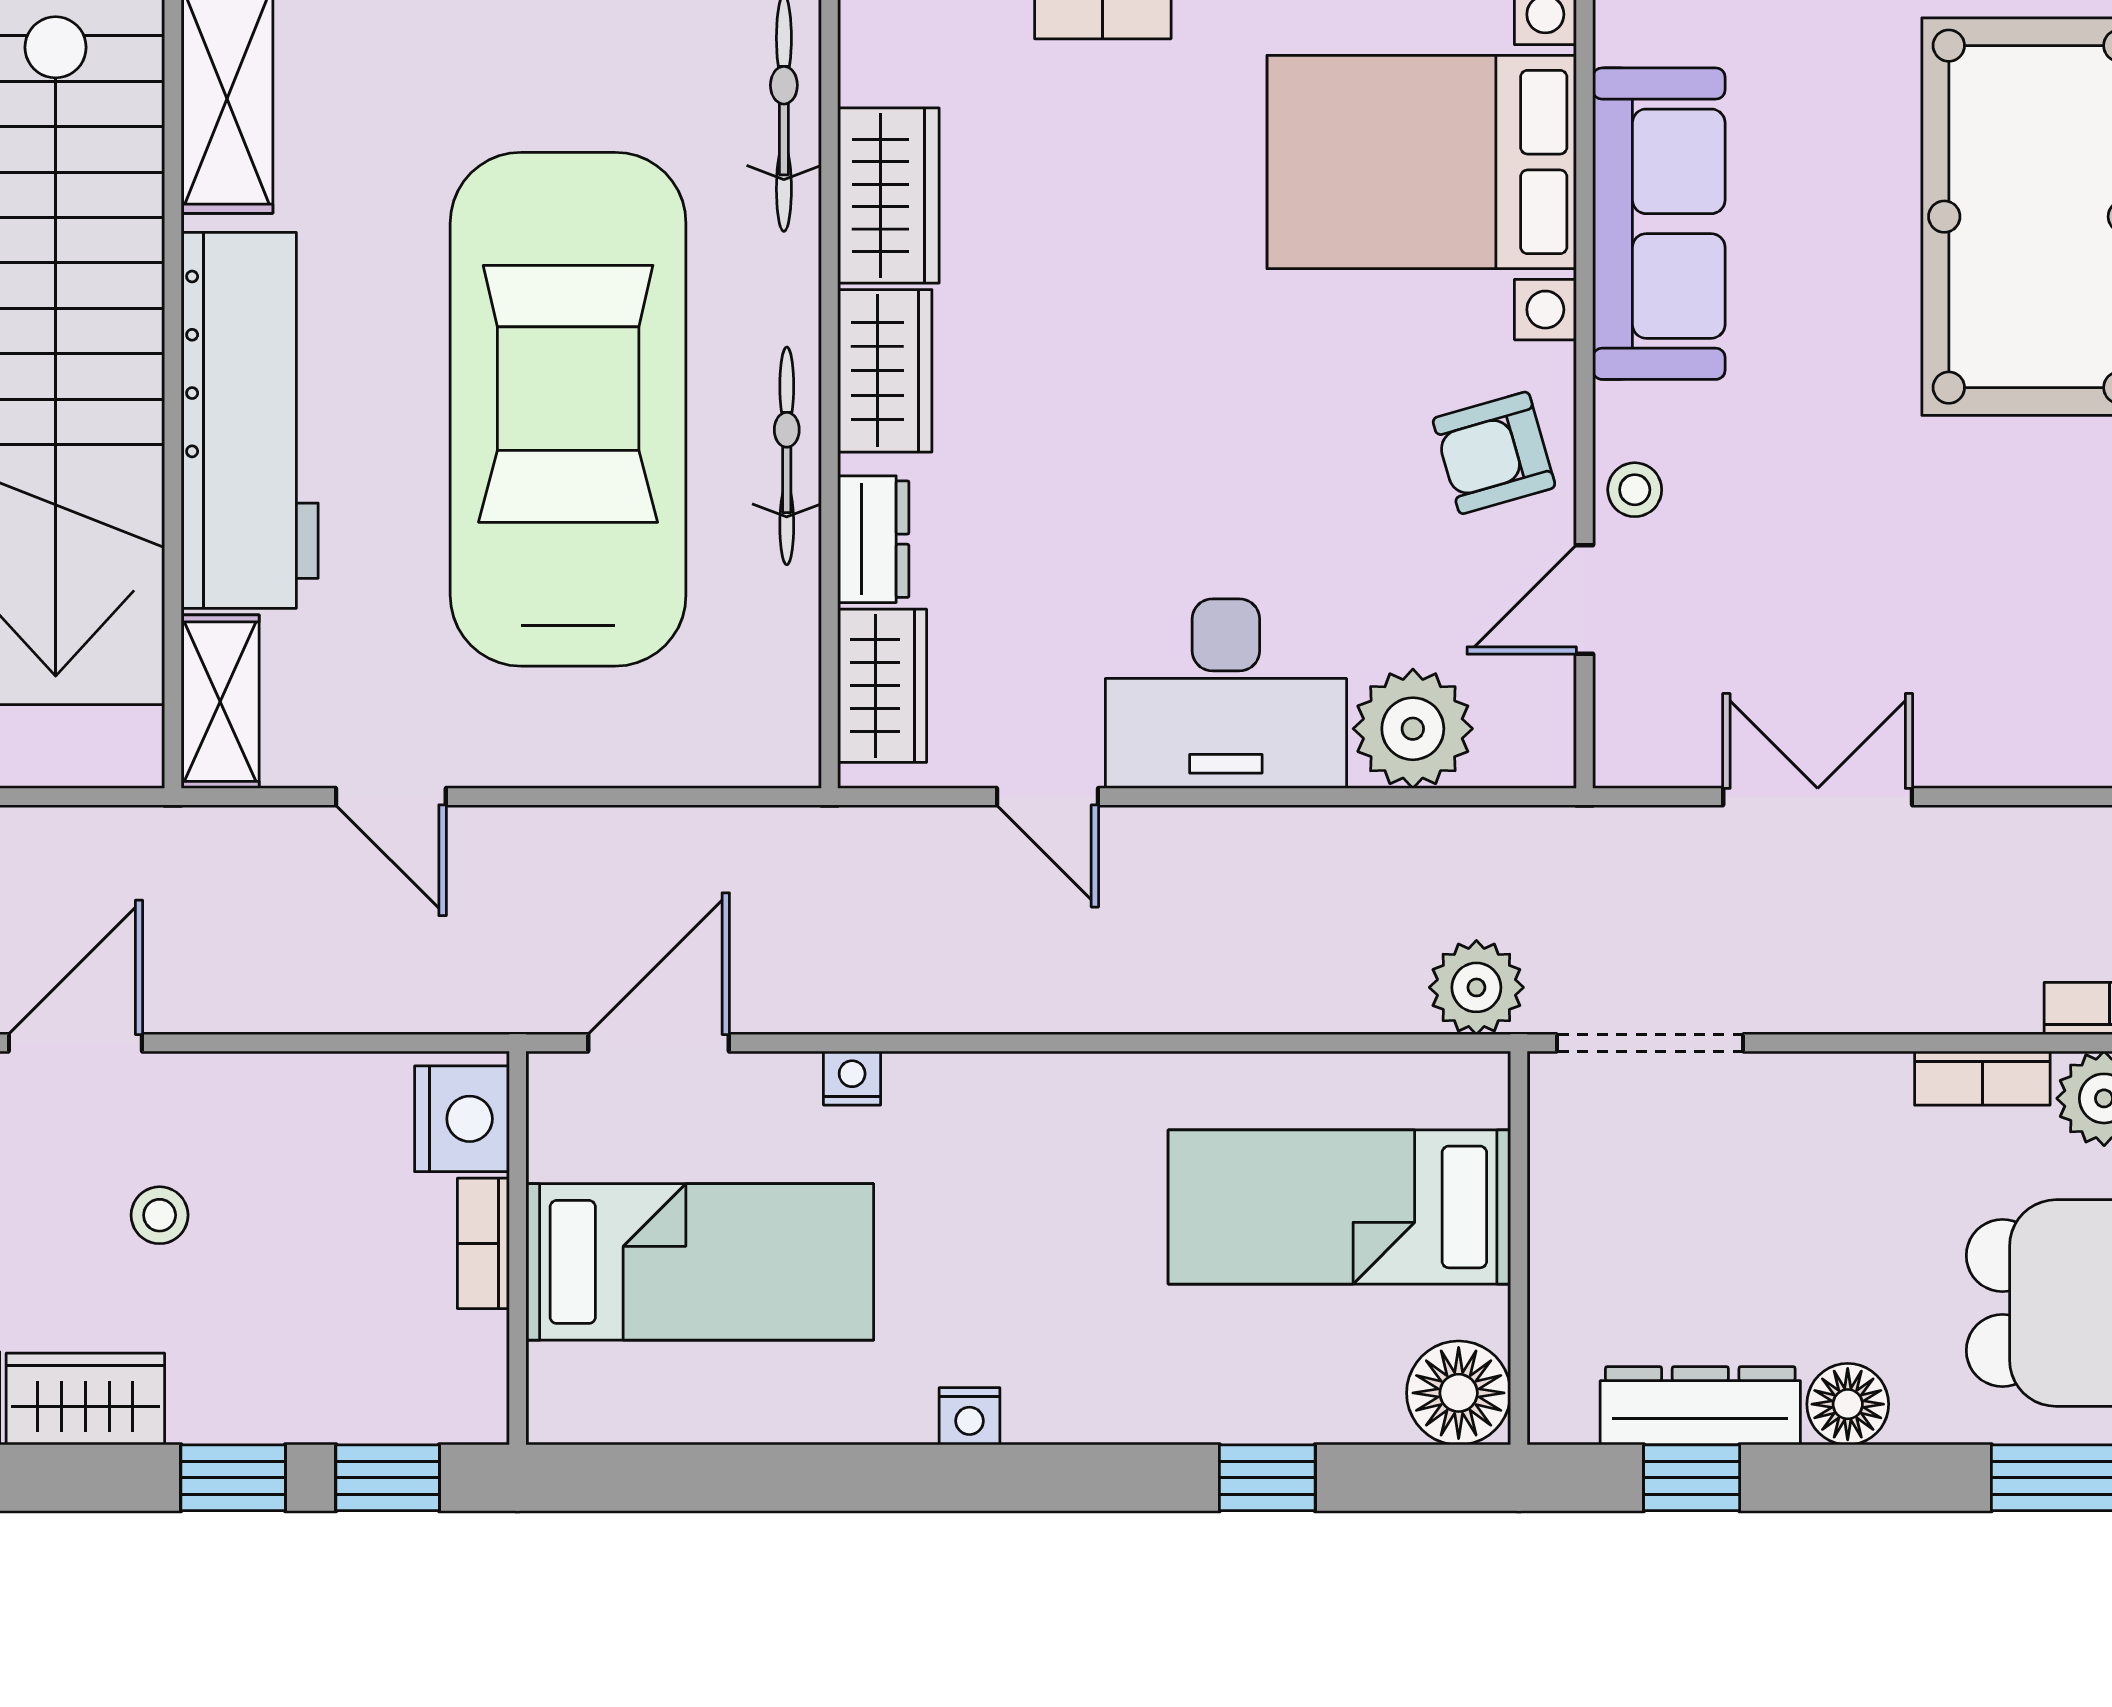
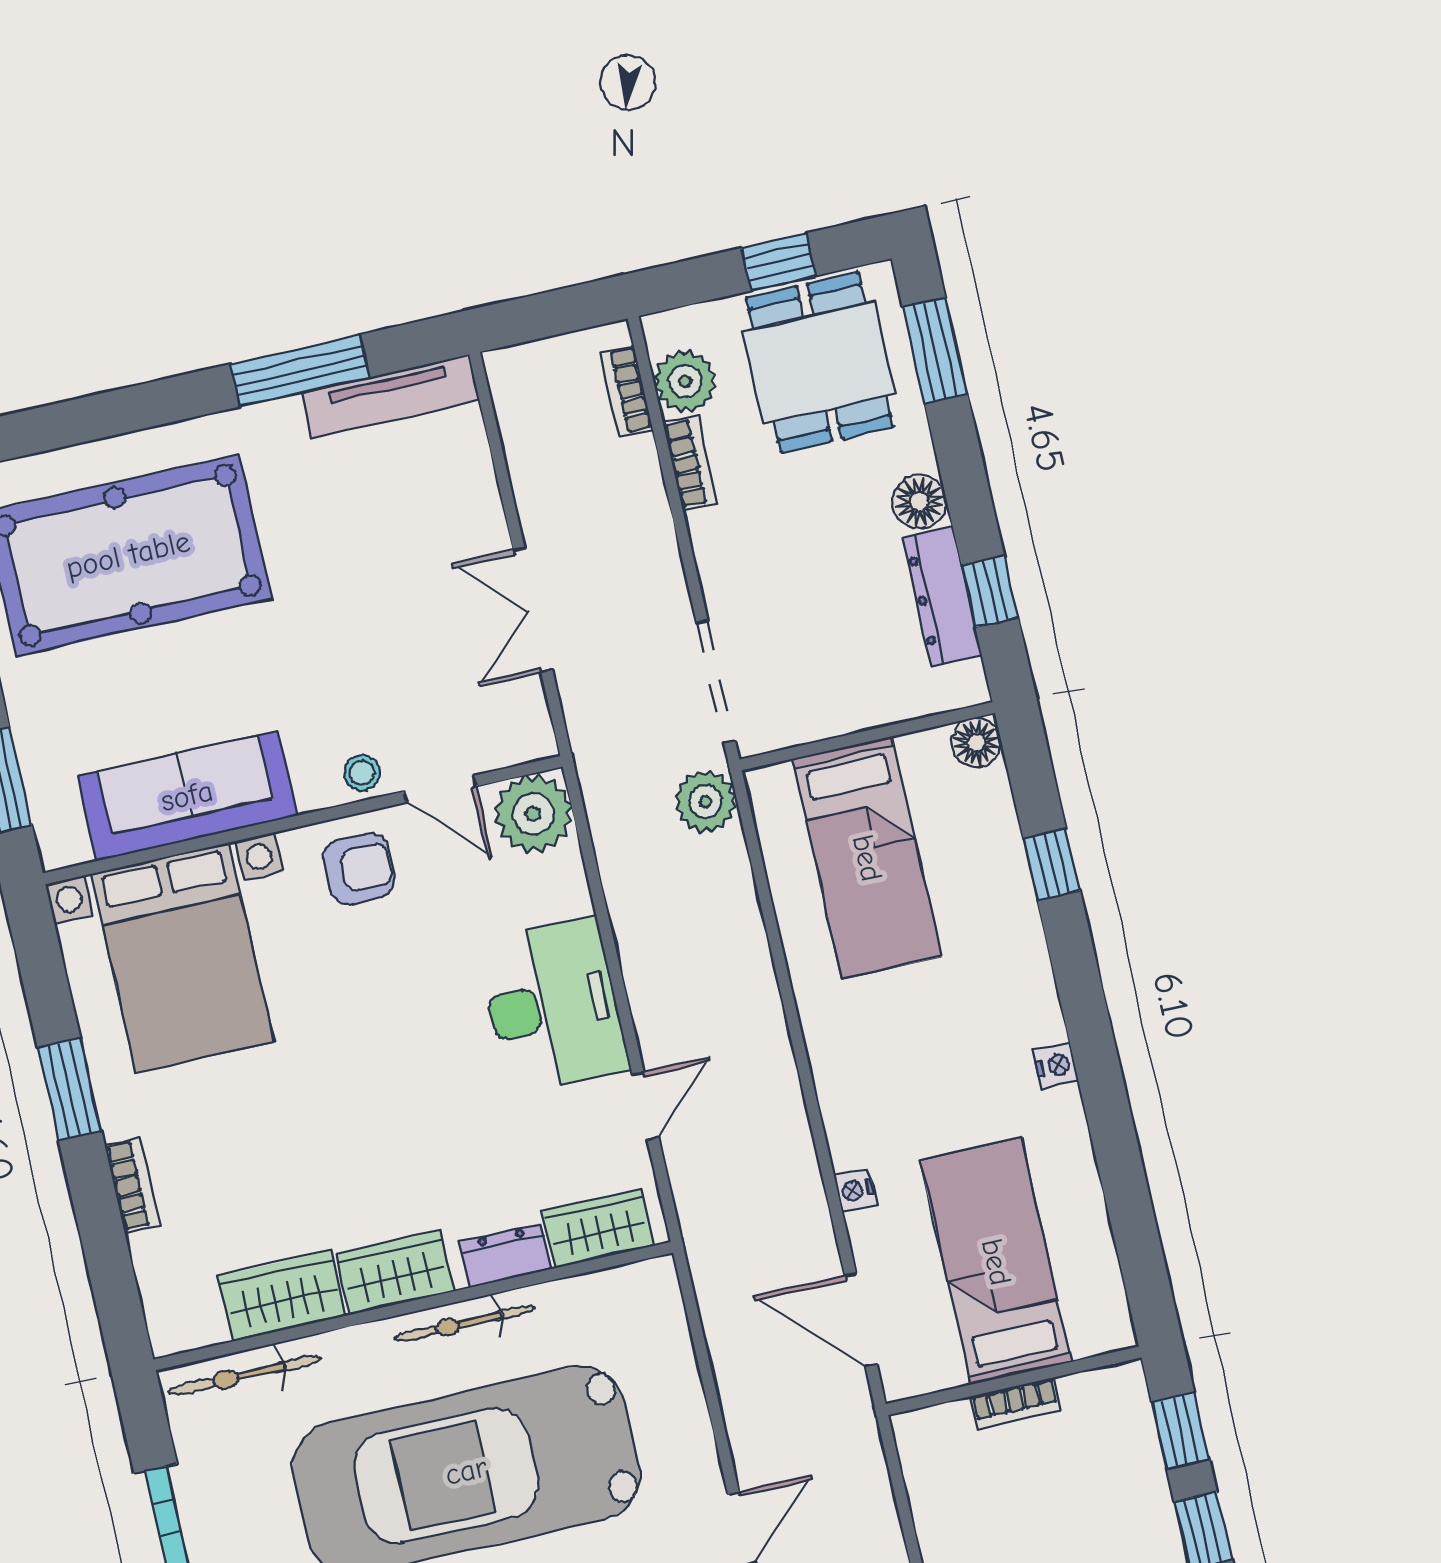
armchair: (1494, 453) -> (359, 869), turned -74
plant: (1413, 729) -> (533, 814), moved
nightstand: (462, 1119) -> (939, 1435), removed
floor lamp: (1459, 1393) -> (976, 743), width x0.73, depth x0.73

